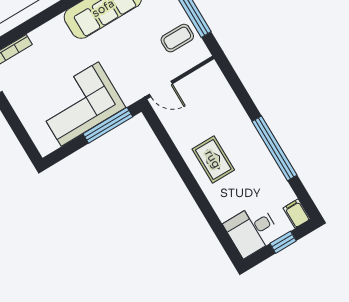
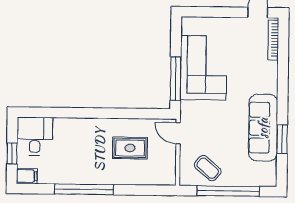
coffee table: (177, 38) -> (208, 168), turned -49
door: (161, 89) -> (178, 133), hinge flipped
rug: (213, 159) -> (130, 148), moved

